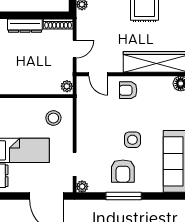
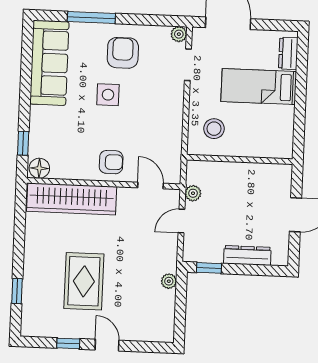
window: (53, 15) -> (209, 268), added
shoe rack: (58, 24) -> (202, 256), removed
plant: (67, 86) -> (193, 193), moved
window: (124, 196) -> (91, 18), moved

